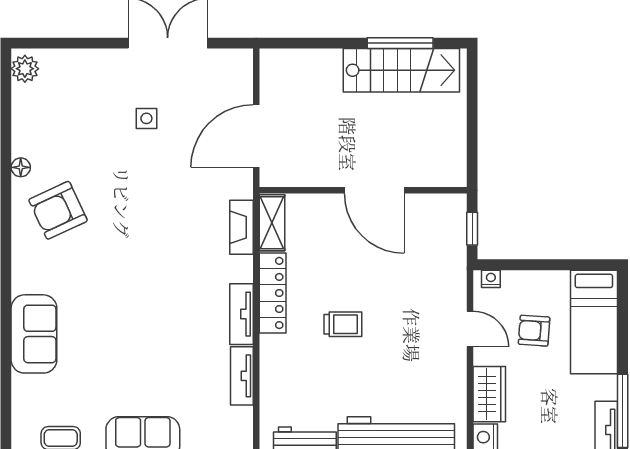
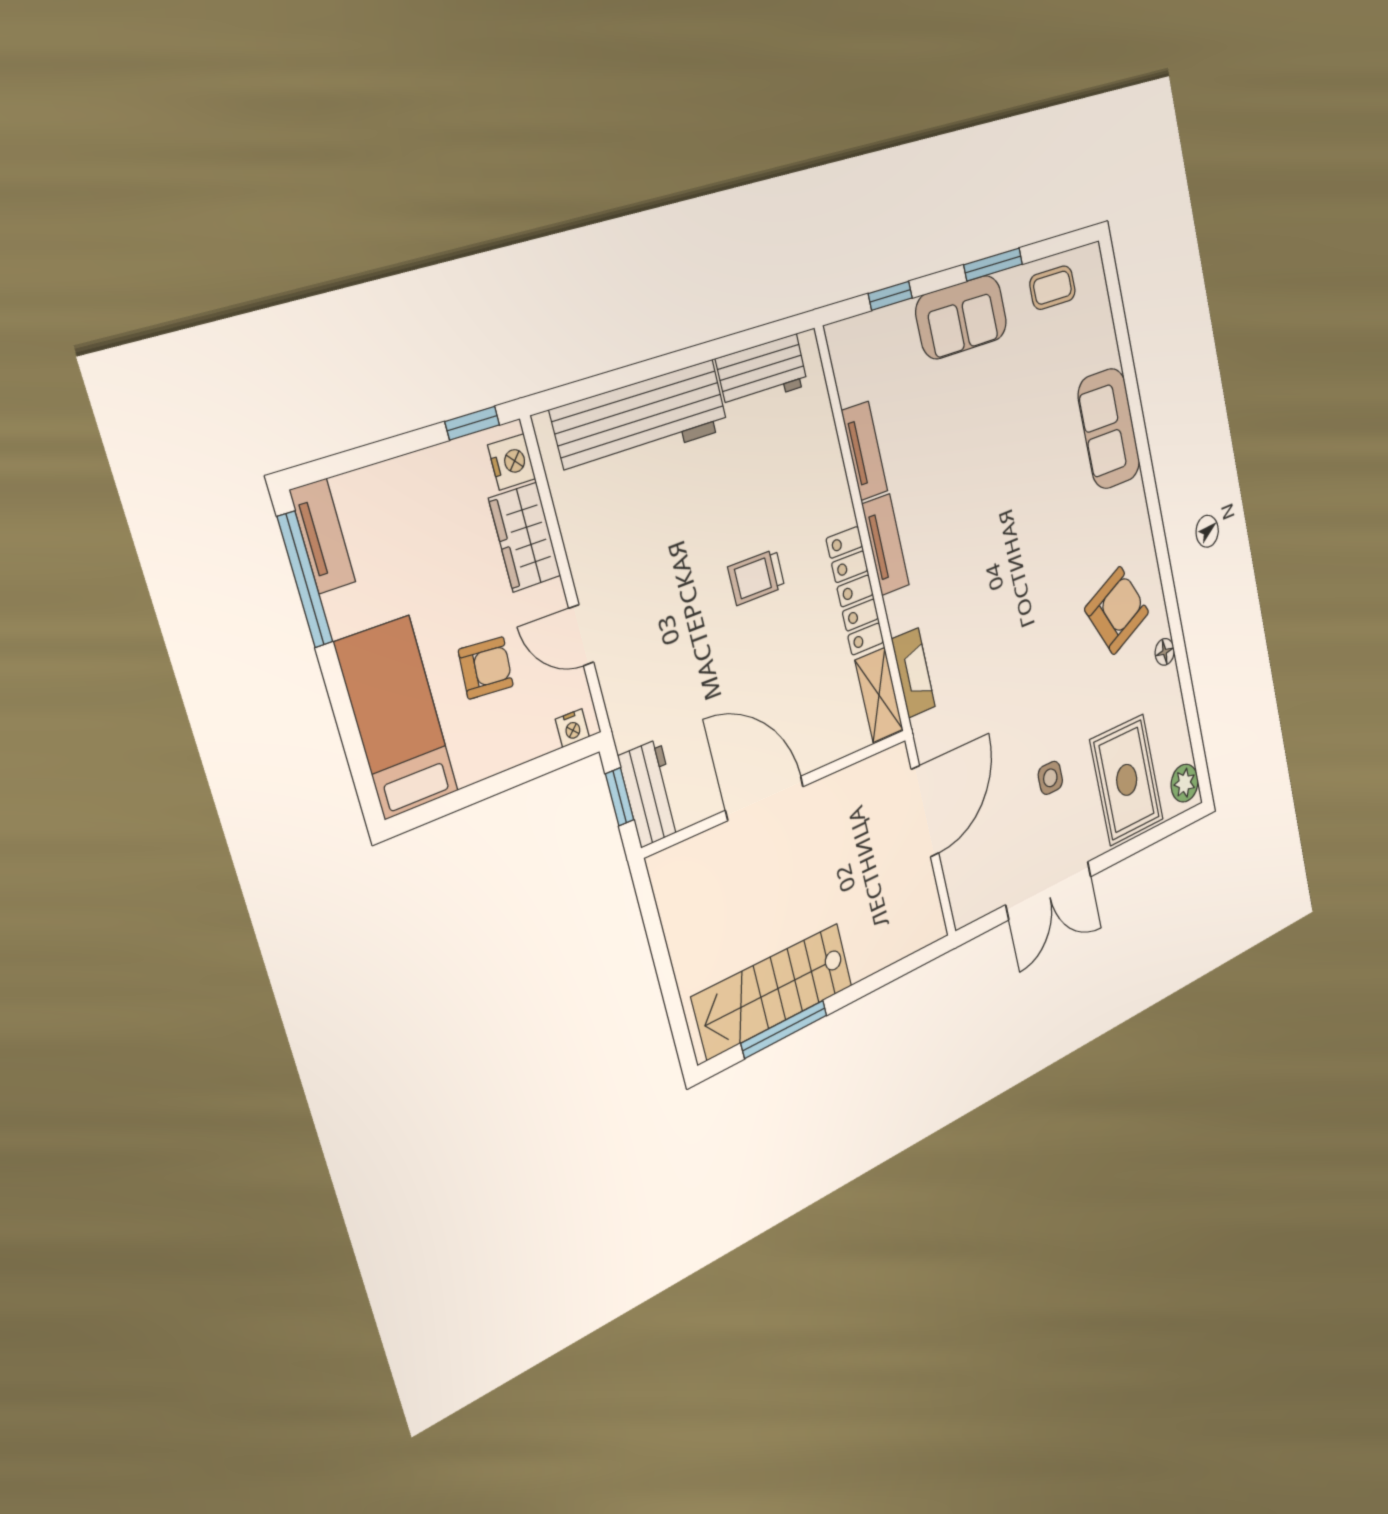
rug: (79, 91) -> (1127, 780), added
workbench: (452, 223) -> (650, 793), added

